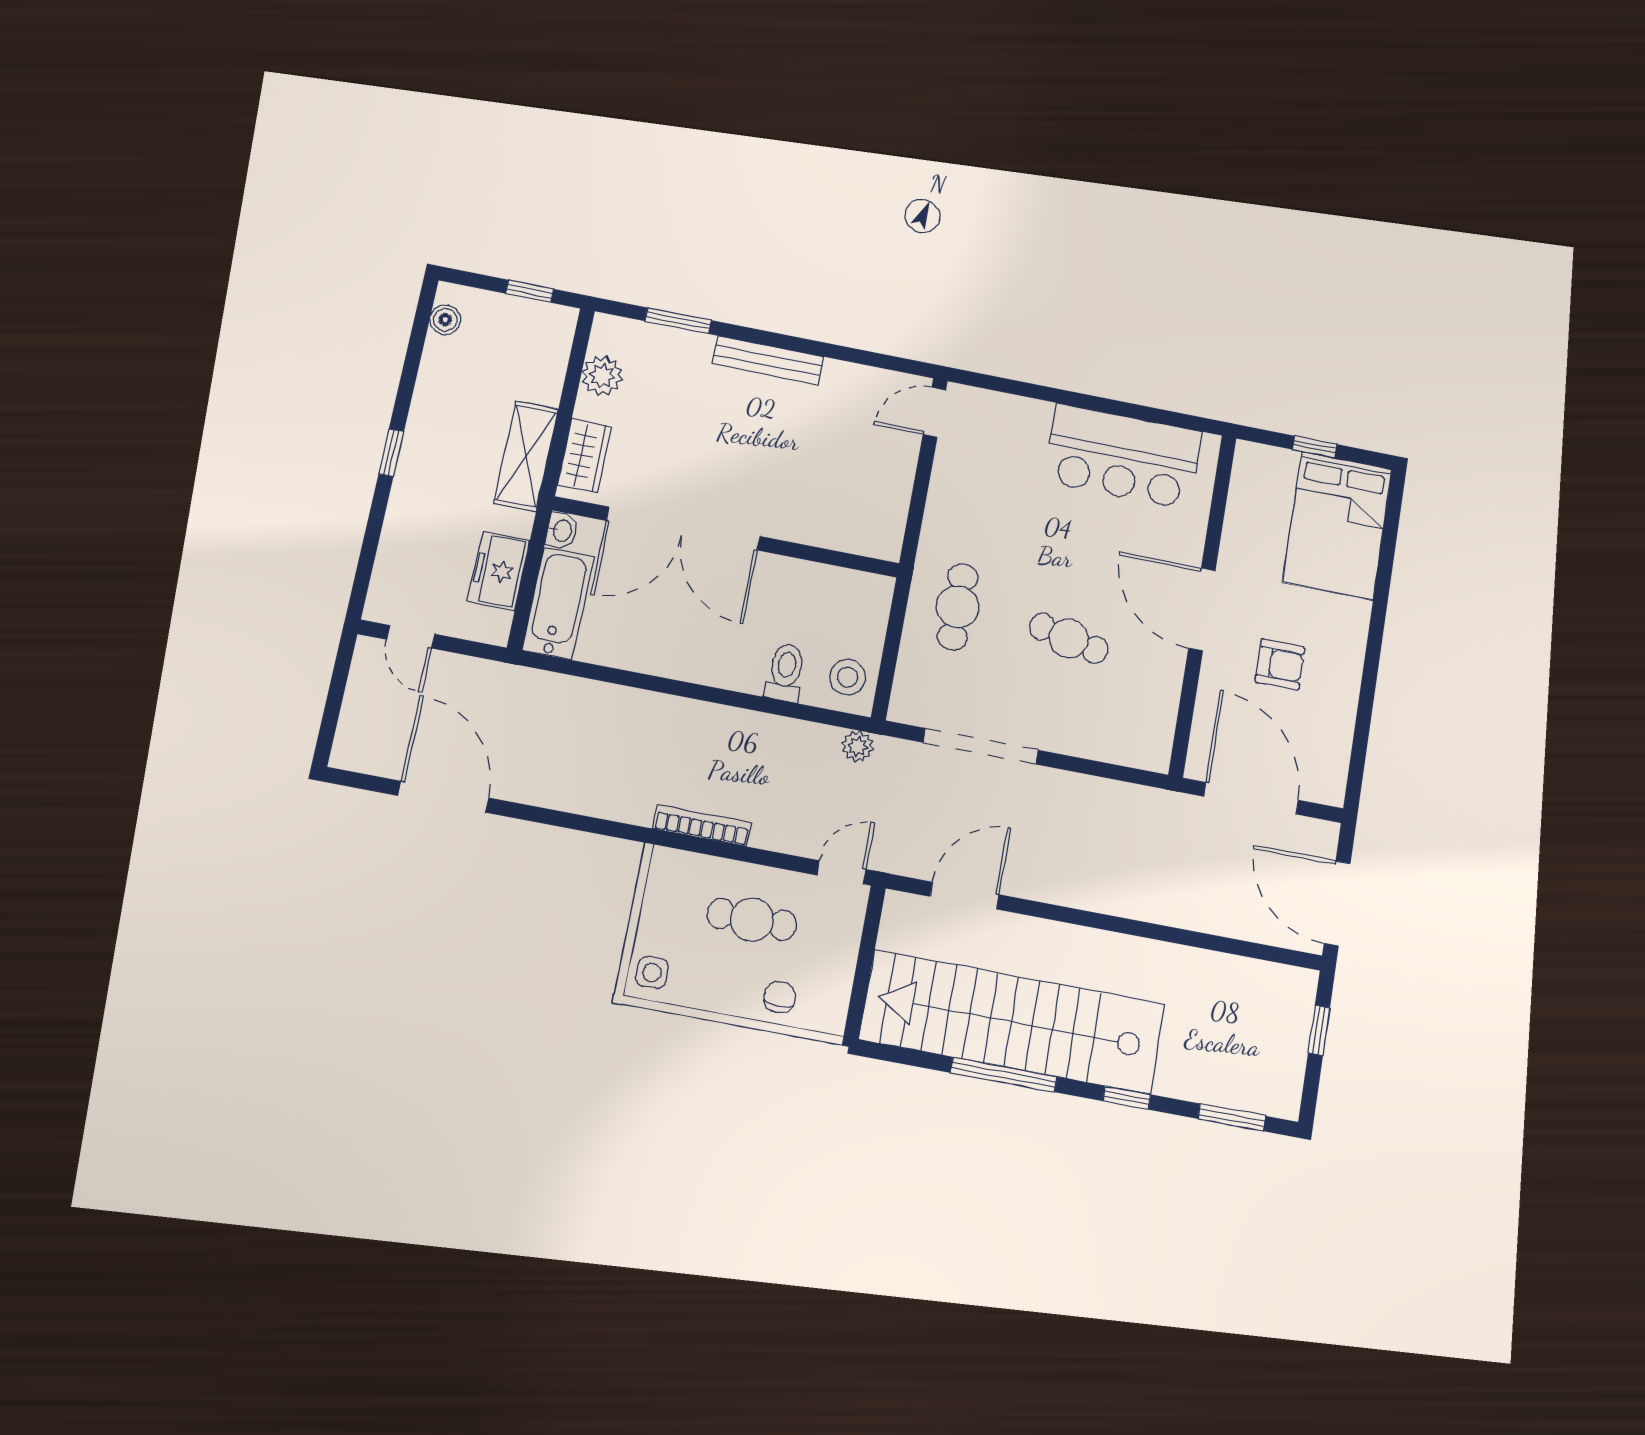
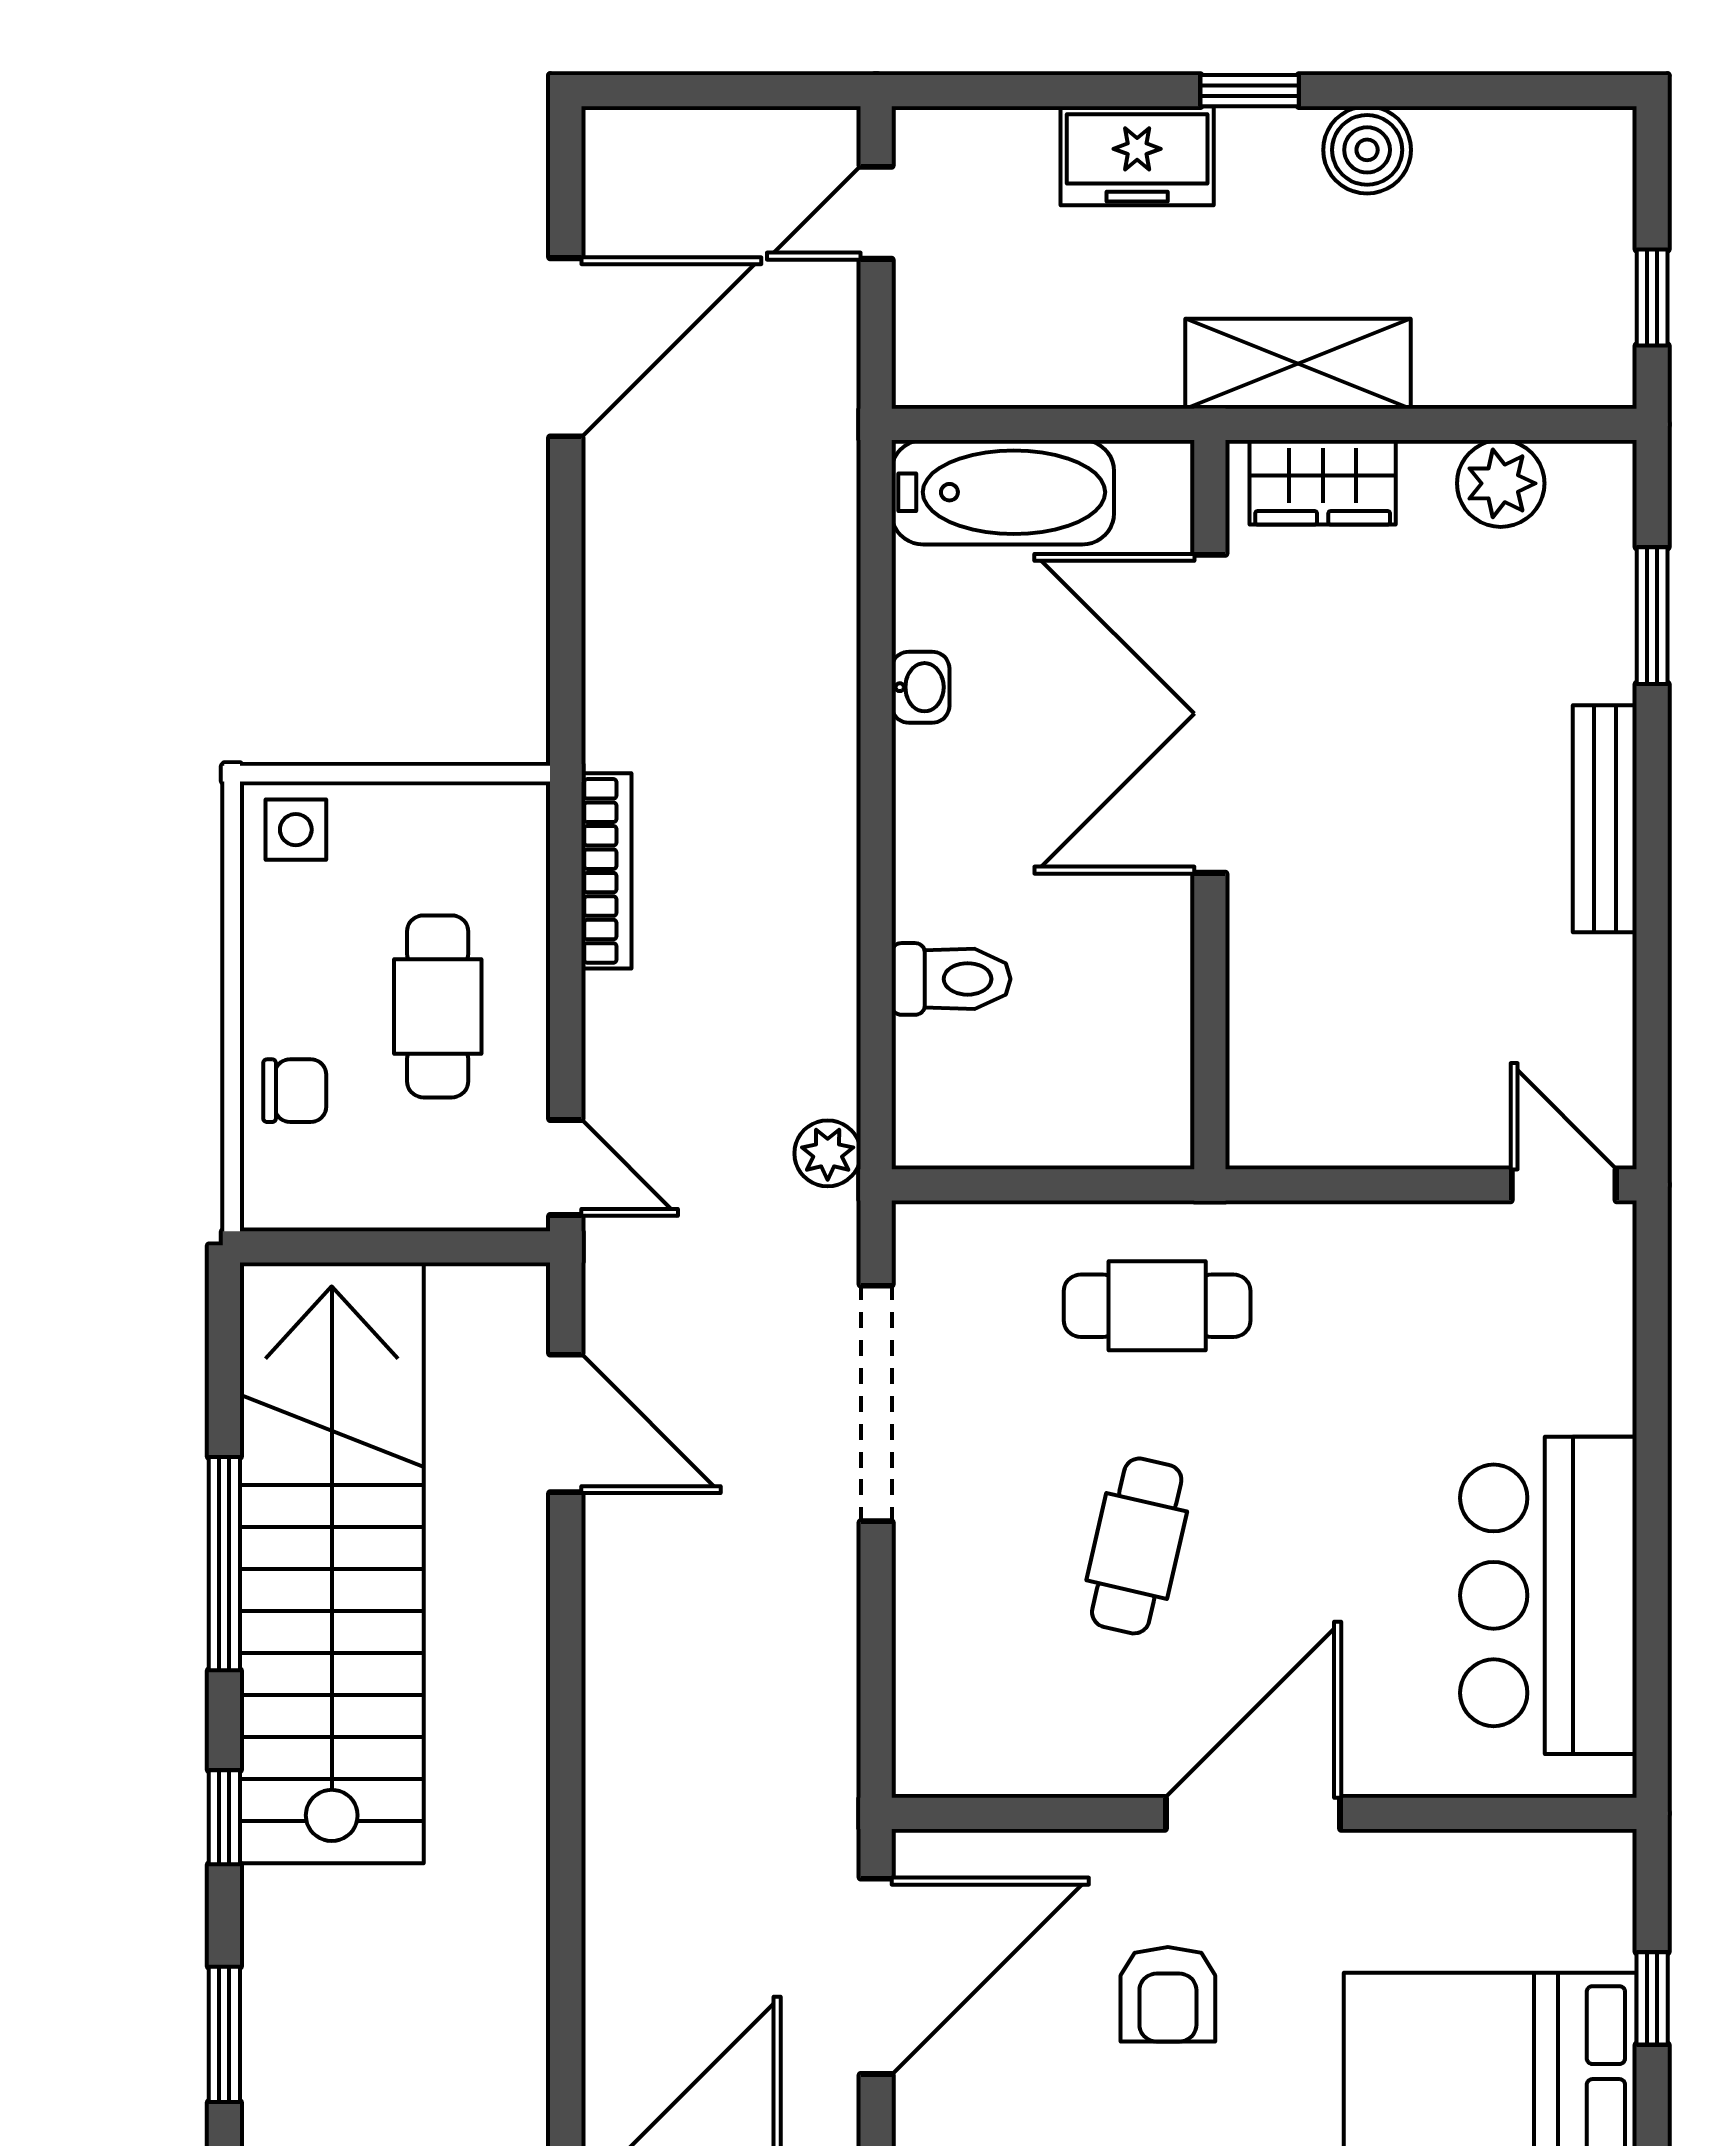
boiler: (445, 320) -> (1367, 150), moved, width x1.36, depth x1.36
washbasin: (562, 531) -> (921, 687), moved, turned -90
freezer: (499, 571) -> (1137, 156), moved, turned 180
stool: (848, 677) -> (966, 1107), removed

